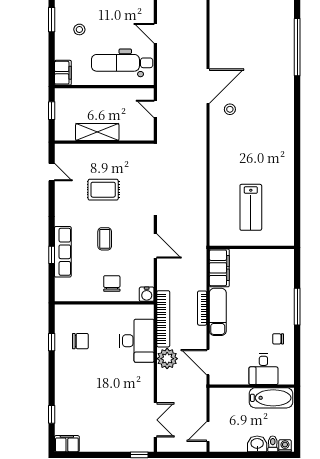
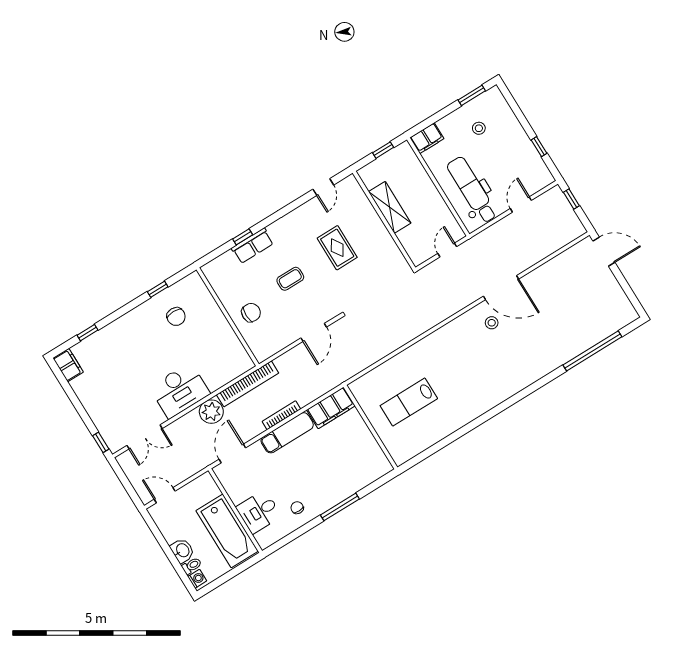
row of seats: (63, 252) -> (252, 246), width x0.68
water cooler: (147, 294) -> (262, 353), removed
desk: (137, 341) -> (180, 390), moved
bathtub: (271, 398) -> (227, 531), width x1.36, depth x1.36

